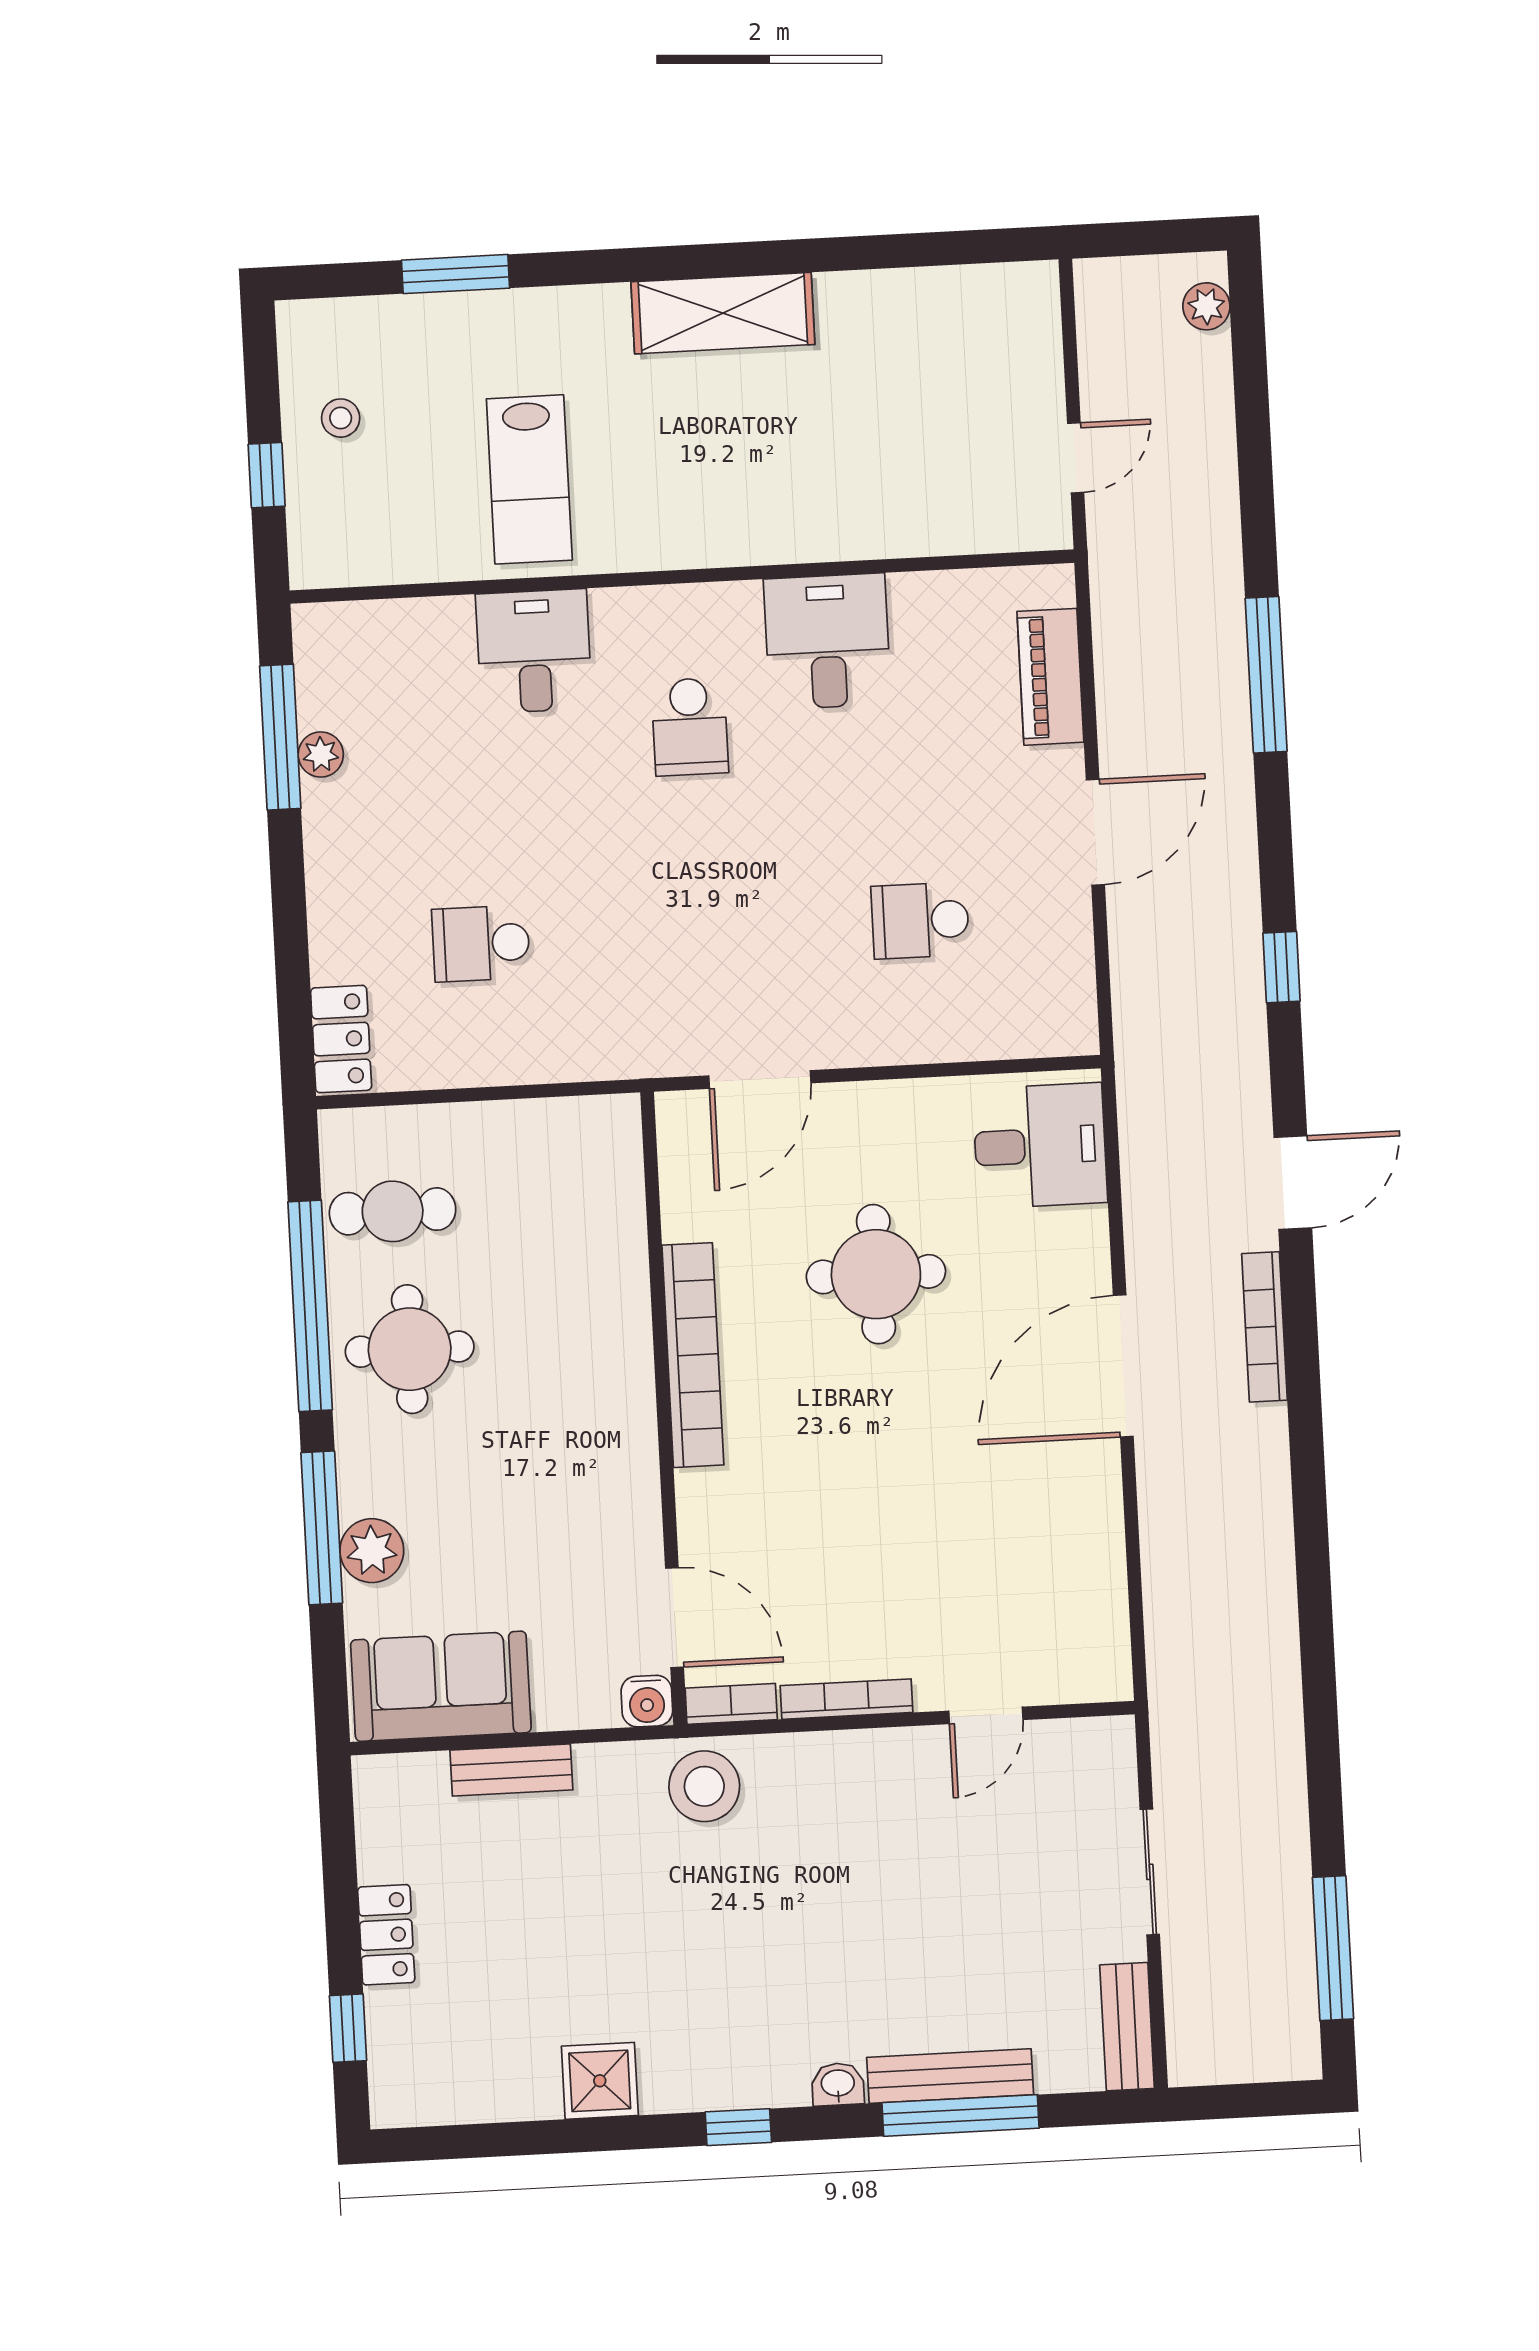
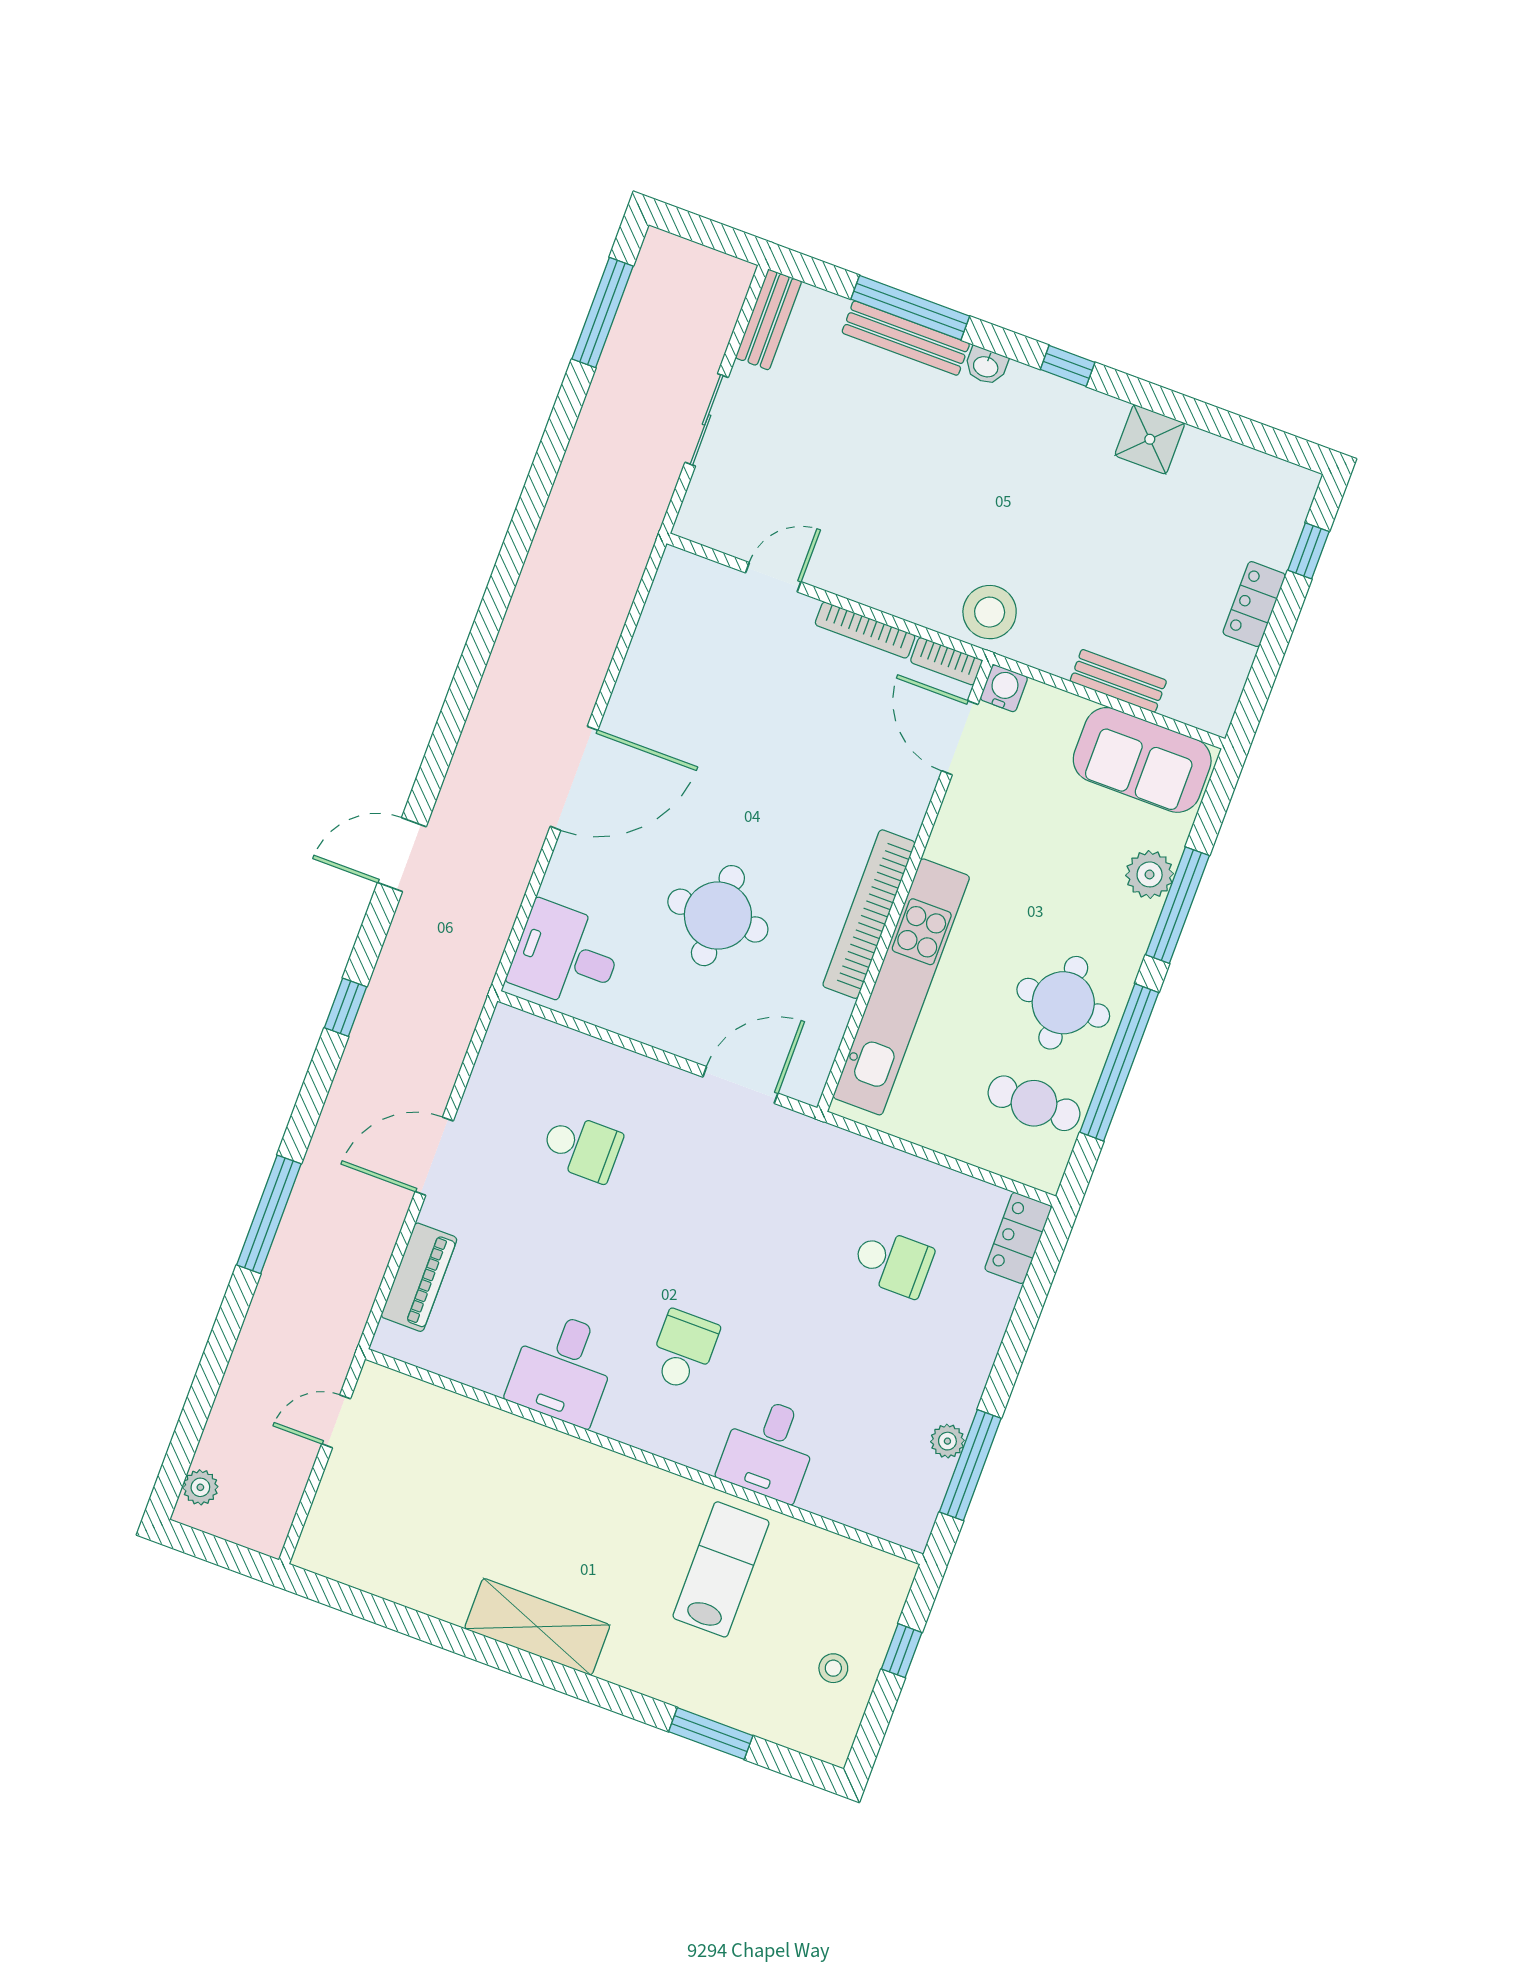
kitchen unit: (615, 1283) -> (901, 987), added
bookcase: (1264, 1327) -> (465, 763), removed

